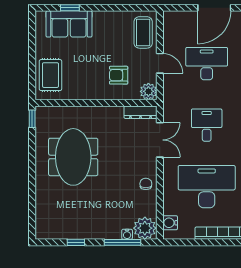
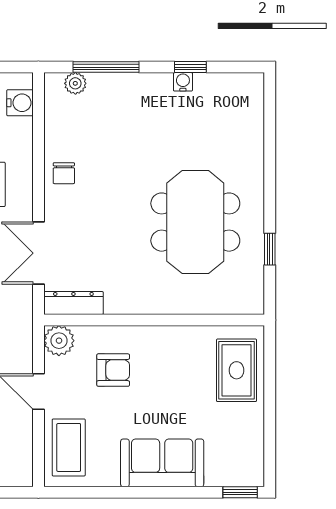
window: (70, 8) -> (240, 492), moved
sofa: (69, 24) -> (162, 463), moved
window: (32, 119) -> (270, 249), moved
plant: (145, 228) -> (75, 83), width x0.53, depth x0.53
water cooler: (127, 234) -> (183, 82), moved

